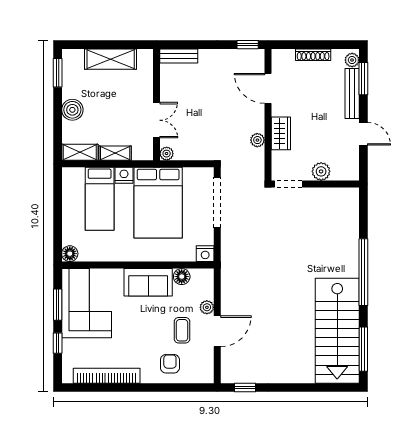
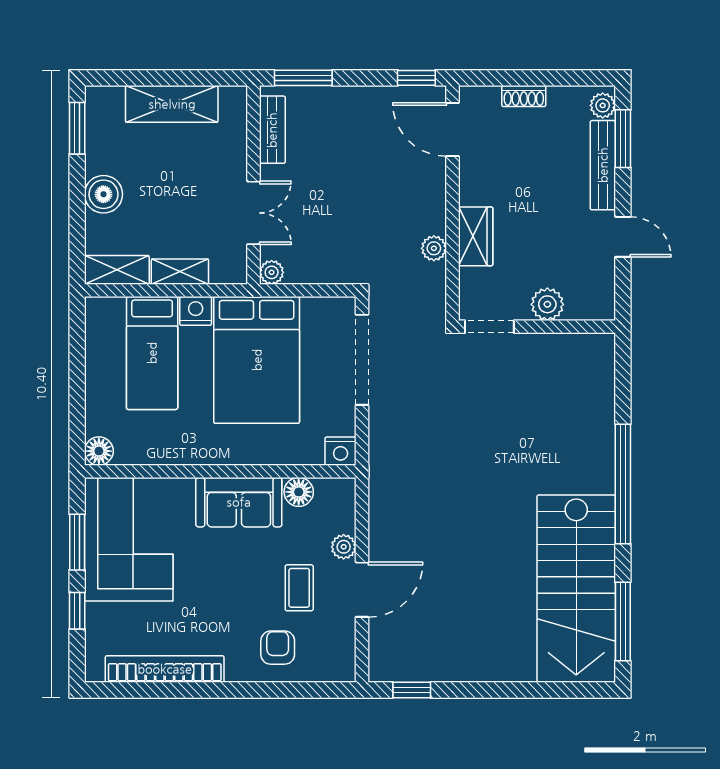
window: (184, 45) -> (303, 78), added
shoe rack: (313, 55) -> (524, 96), width x0.70
bench: (179, 56) -> (272, 130), moved, turned 90
door: (268, 88) -> (452, 130), moved

